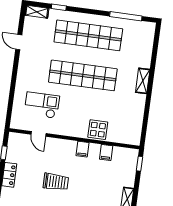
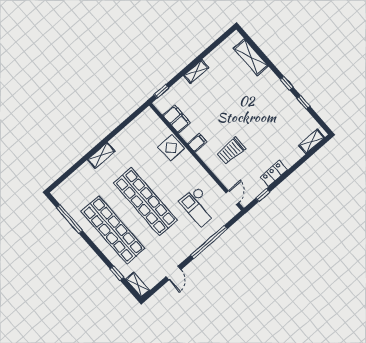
window: (13, 86) -> (209, 242), added
door: (38, 134) -> (232, 198), moved
filing cabinet: (106, 153) -> (177, 119), width x2.00
trolley: (56, 182) -> (231, 151), moved, turned -90

